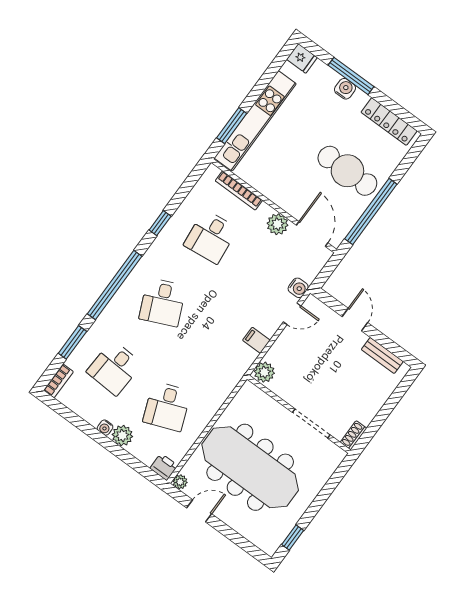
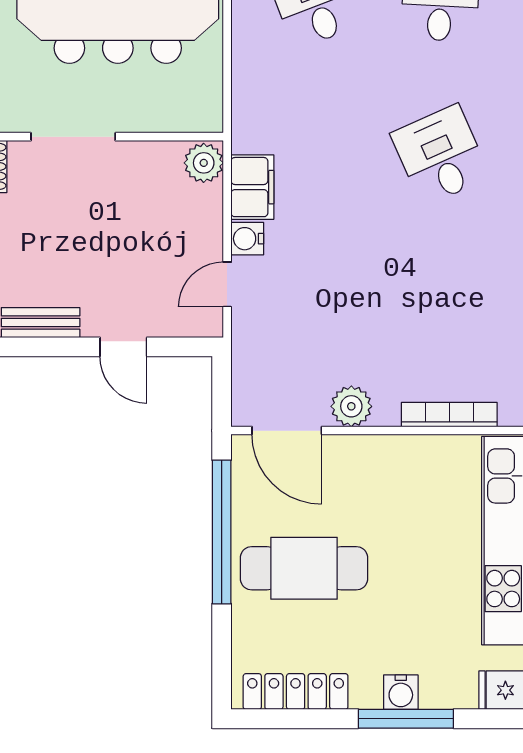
desk: (211, 237) -> (440, 311), removed
water cooler: (298, 288) -> (247, 239), moved
filing cabinet: (256, 340) -> (252, 187), width x2.00

